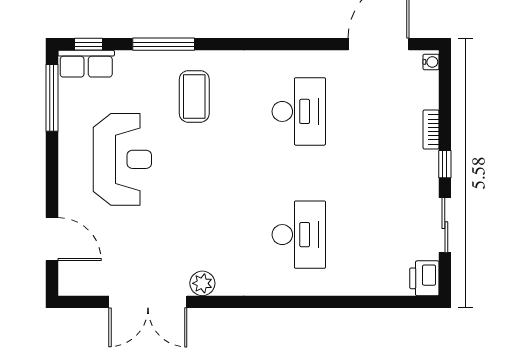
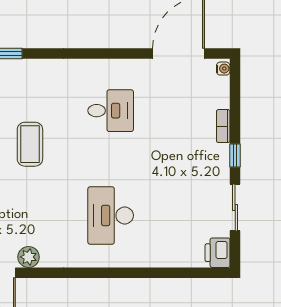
coffee table: (194, 96) -> (30, 144), moved
desk: (299, 111) -> (111, 111), width x0.73
desk: (299, 235) -> (111, 215), turned 180

